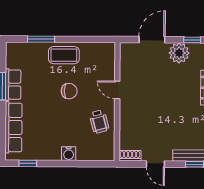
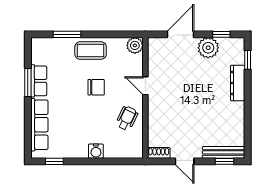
plant: (107, 50) -> (135, 45), added
wheelchair: (99, 122) -> (127, 118), turned -139

